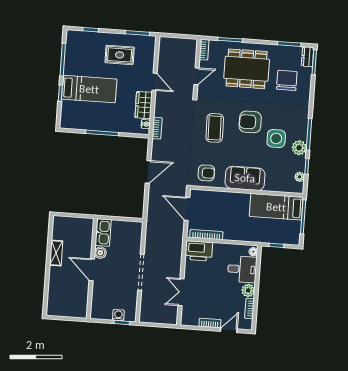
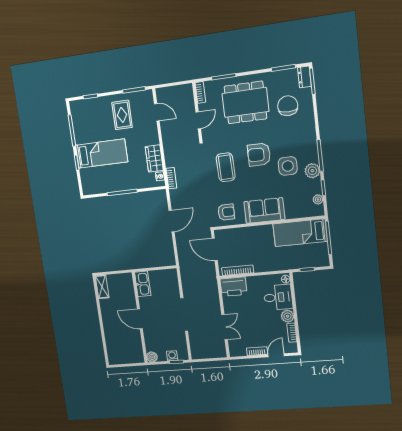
rug: (120, 55) -> (122, 115), turned 90
door: (155, 82) -> (157, 112), moved
shelving: (56, 253) -> (102, 287), moved
boiler: (100, 253) -> (152, 357), moved
double door: (181, 292) -> (225, 327), swing flipped

